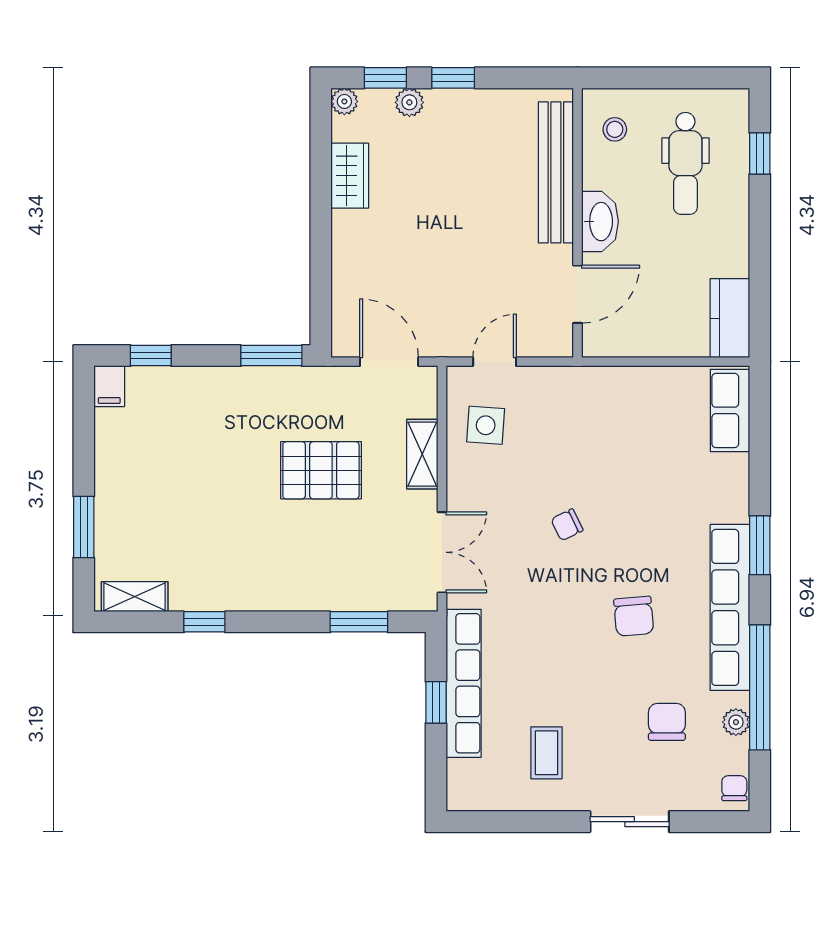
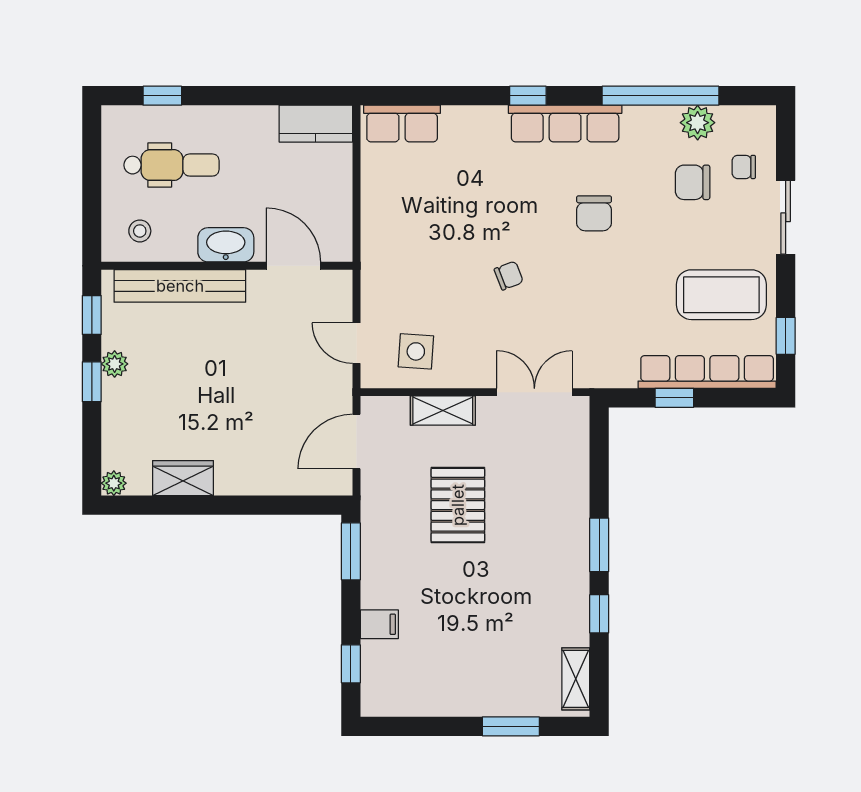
window: (385, 78) -> (92, 315), moved
plant: (409, 102) -> (115, 364), moved
filing cabinet: (109, 386) -> (379, 624), moved
chair: (567, 525) -> (509, 276), turned -85
window: (760, 545) -> (528, 96), width x0.67
row of seats: (730, 607) -> (565, 124), width x0.73
chair: (634, 616) -> (594, 213), turned 95
window: (359, 622) -> (599, 545), moved
row of seats: (464, 683) -> (707, 372), moved
plant: (736, 722) -> (698, 123), width x1.38, depth x1.38
coffee table: (546, 753) -> (721, 295), width x1.86, depth x1.72
chair: (734, 788) -> (744, 167), moved
window: (502, 822) -> (786, 336), added

